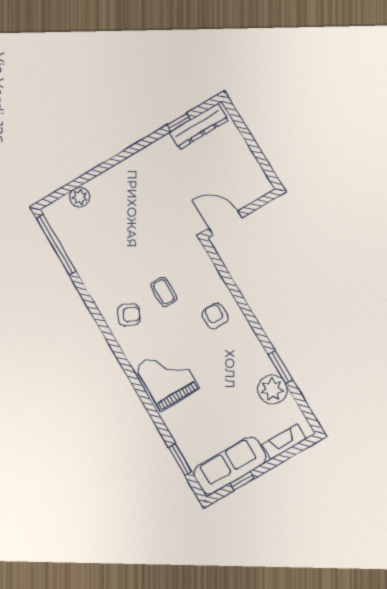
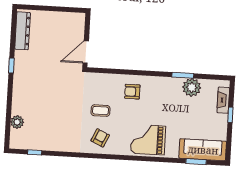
window: (179, 122) -> (11, 66), moved
window: (56, 244) -> (35, 152), width x0.32
sofa: (230, 466) -> (203, 150), moved, turned 90
window: (242, 481) -> (230, 115), moved

